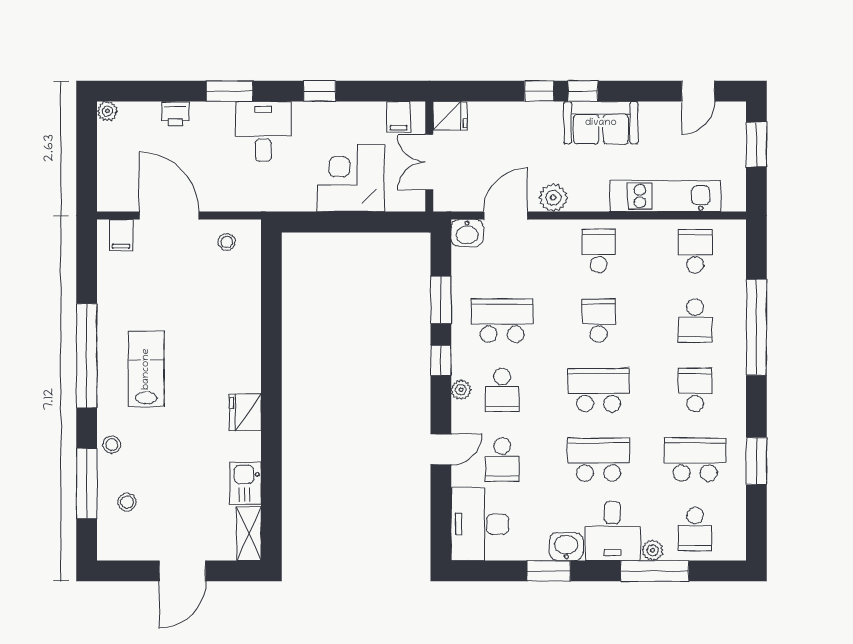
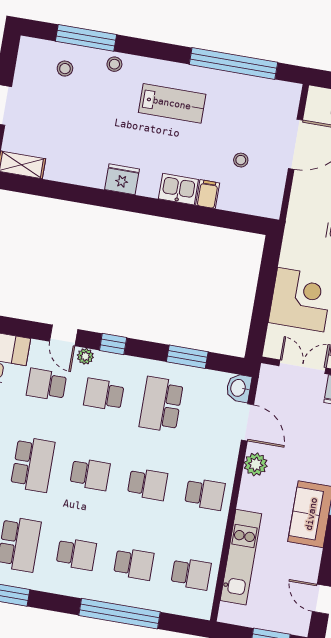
filing cabinet: (121, 235) -> (208, 194), moved, turned 90
stool: (227, 242) -> (241, 160), moved
school desk: (502, 321) -> (161, 404), turned 180
school desk: (695, 321) -> (134, 564), turned 180
window: (87, 356) -> (233, 63), moved
window: (441, 360) -> (113, 344), moved
plant: (461, 390) -> (85, 356), moved
school desk: (599, 390) -> (90, 474), width x0.54
kitchen sink: (246, 483) -> (178, 189), moved

